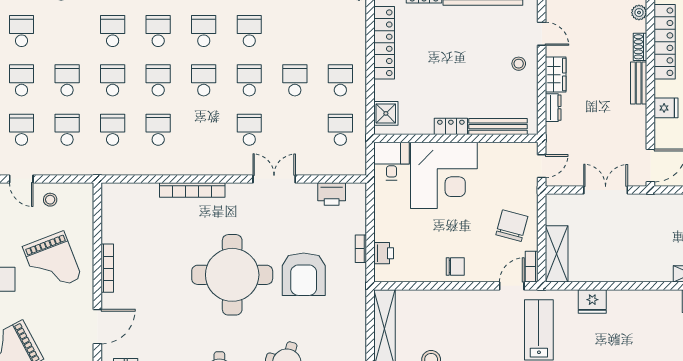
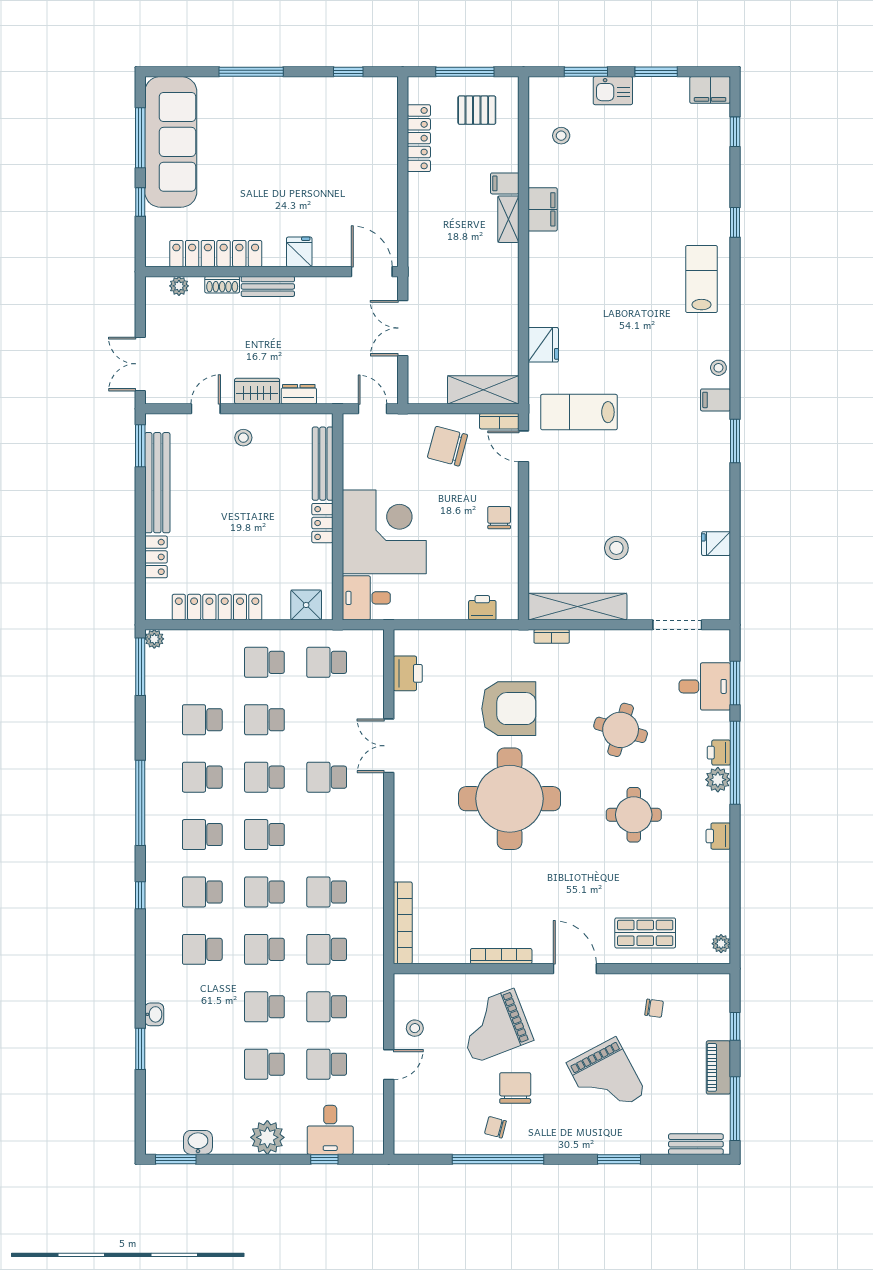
school desk: (22, 31) -> (202, 720), moved
bookcase: (192, 190) -> (403, 923), moved
bookcase: (361, 249) -> (552, 636), moved
grand piano: (52, 262) -> (494, 1026), turned 180

